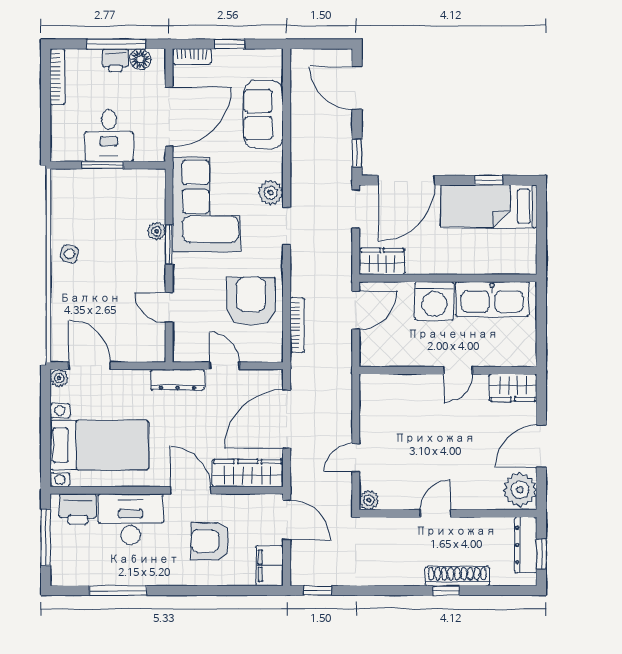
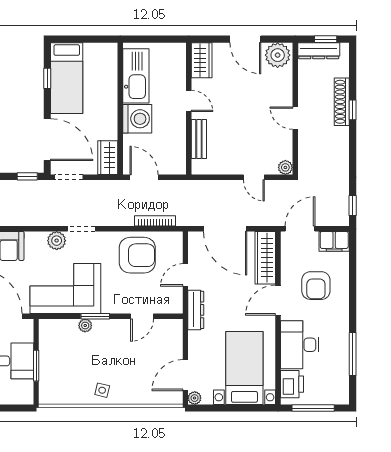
armchair: (251, 301) -> (137, 255), turned 180
bench: (407, 384) -> (199, 139), added

